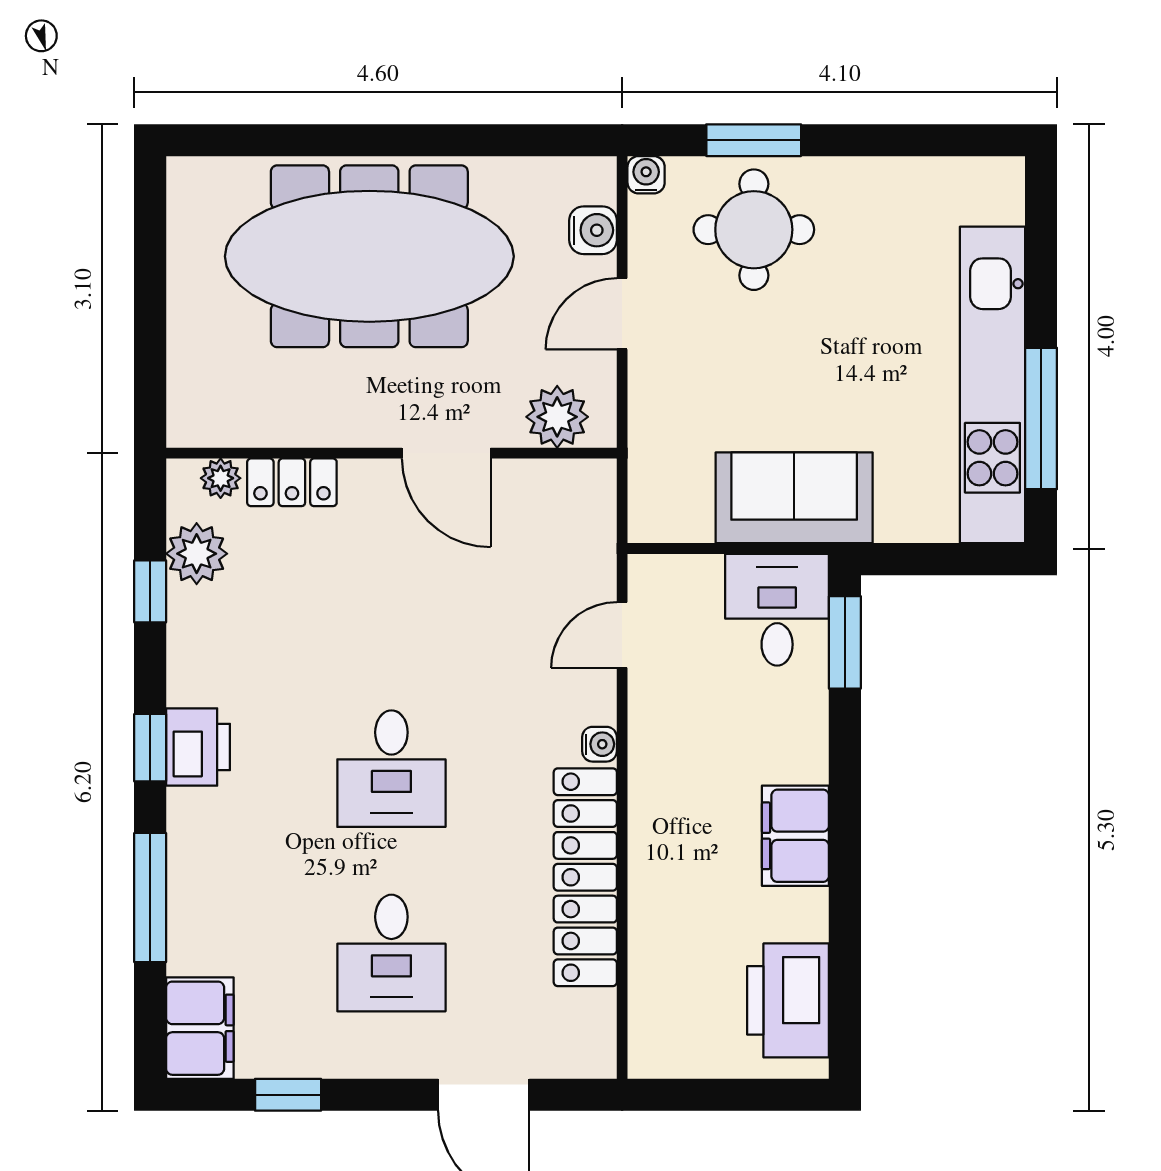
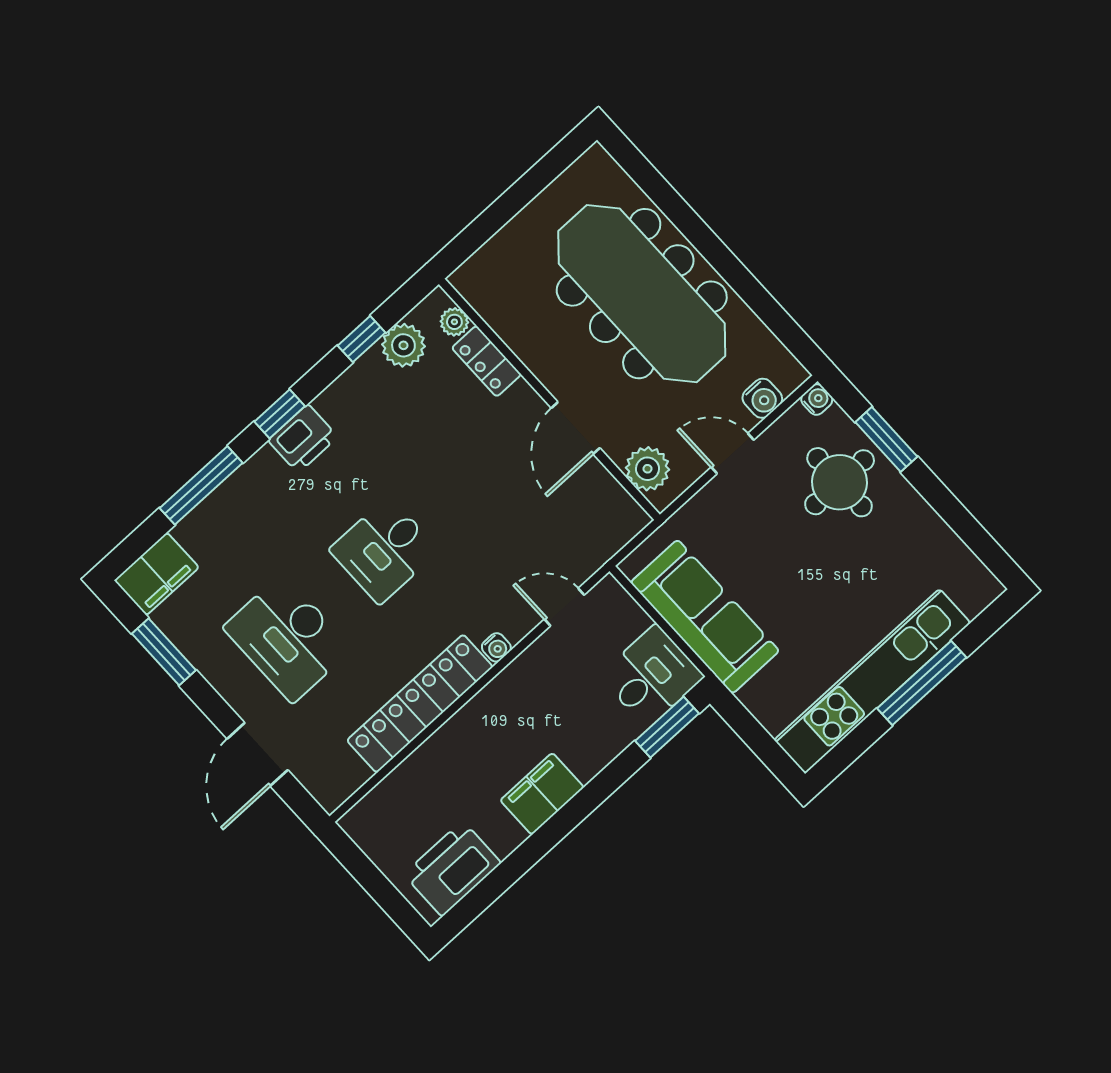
window: (1041, 419) -> (922, 683), moved
sofa: (794, 498) -> (705, 617), width x1.36
desk: (391, 953) -> (288, 638), width x1.37
window: (288, 1095) -> (164, 652), width x1.50

